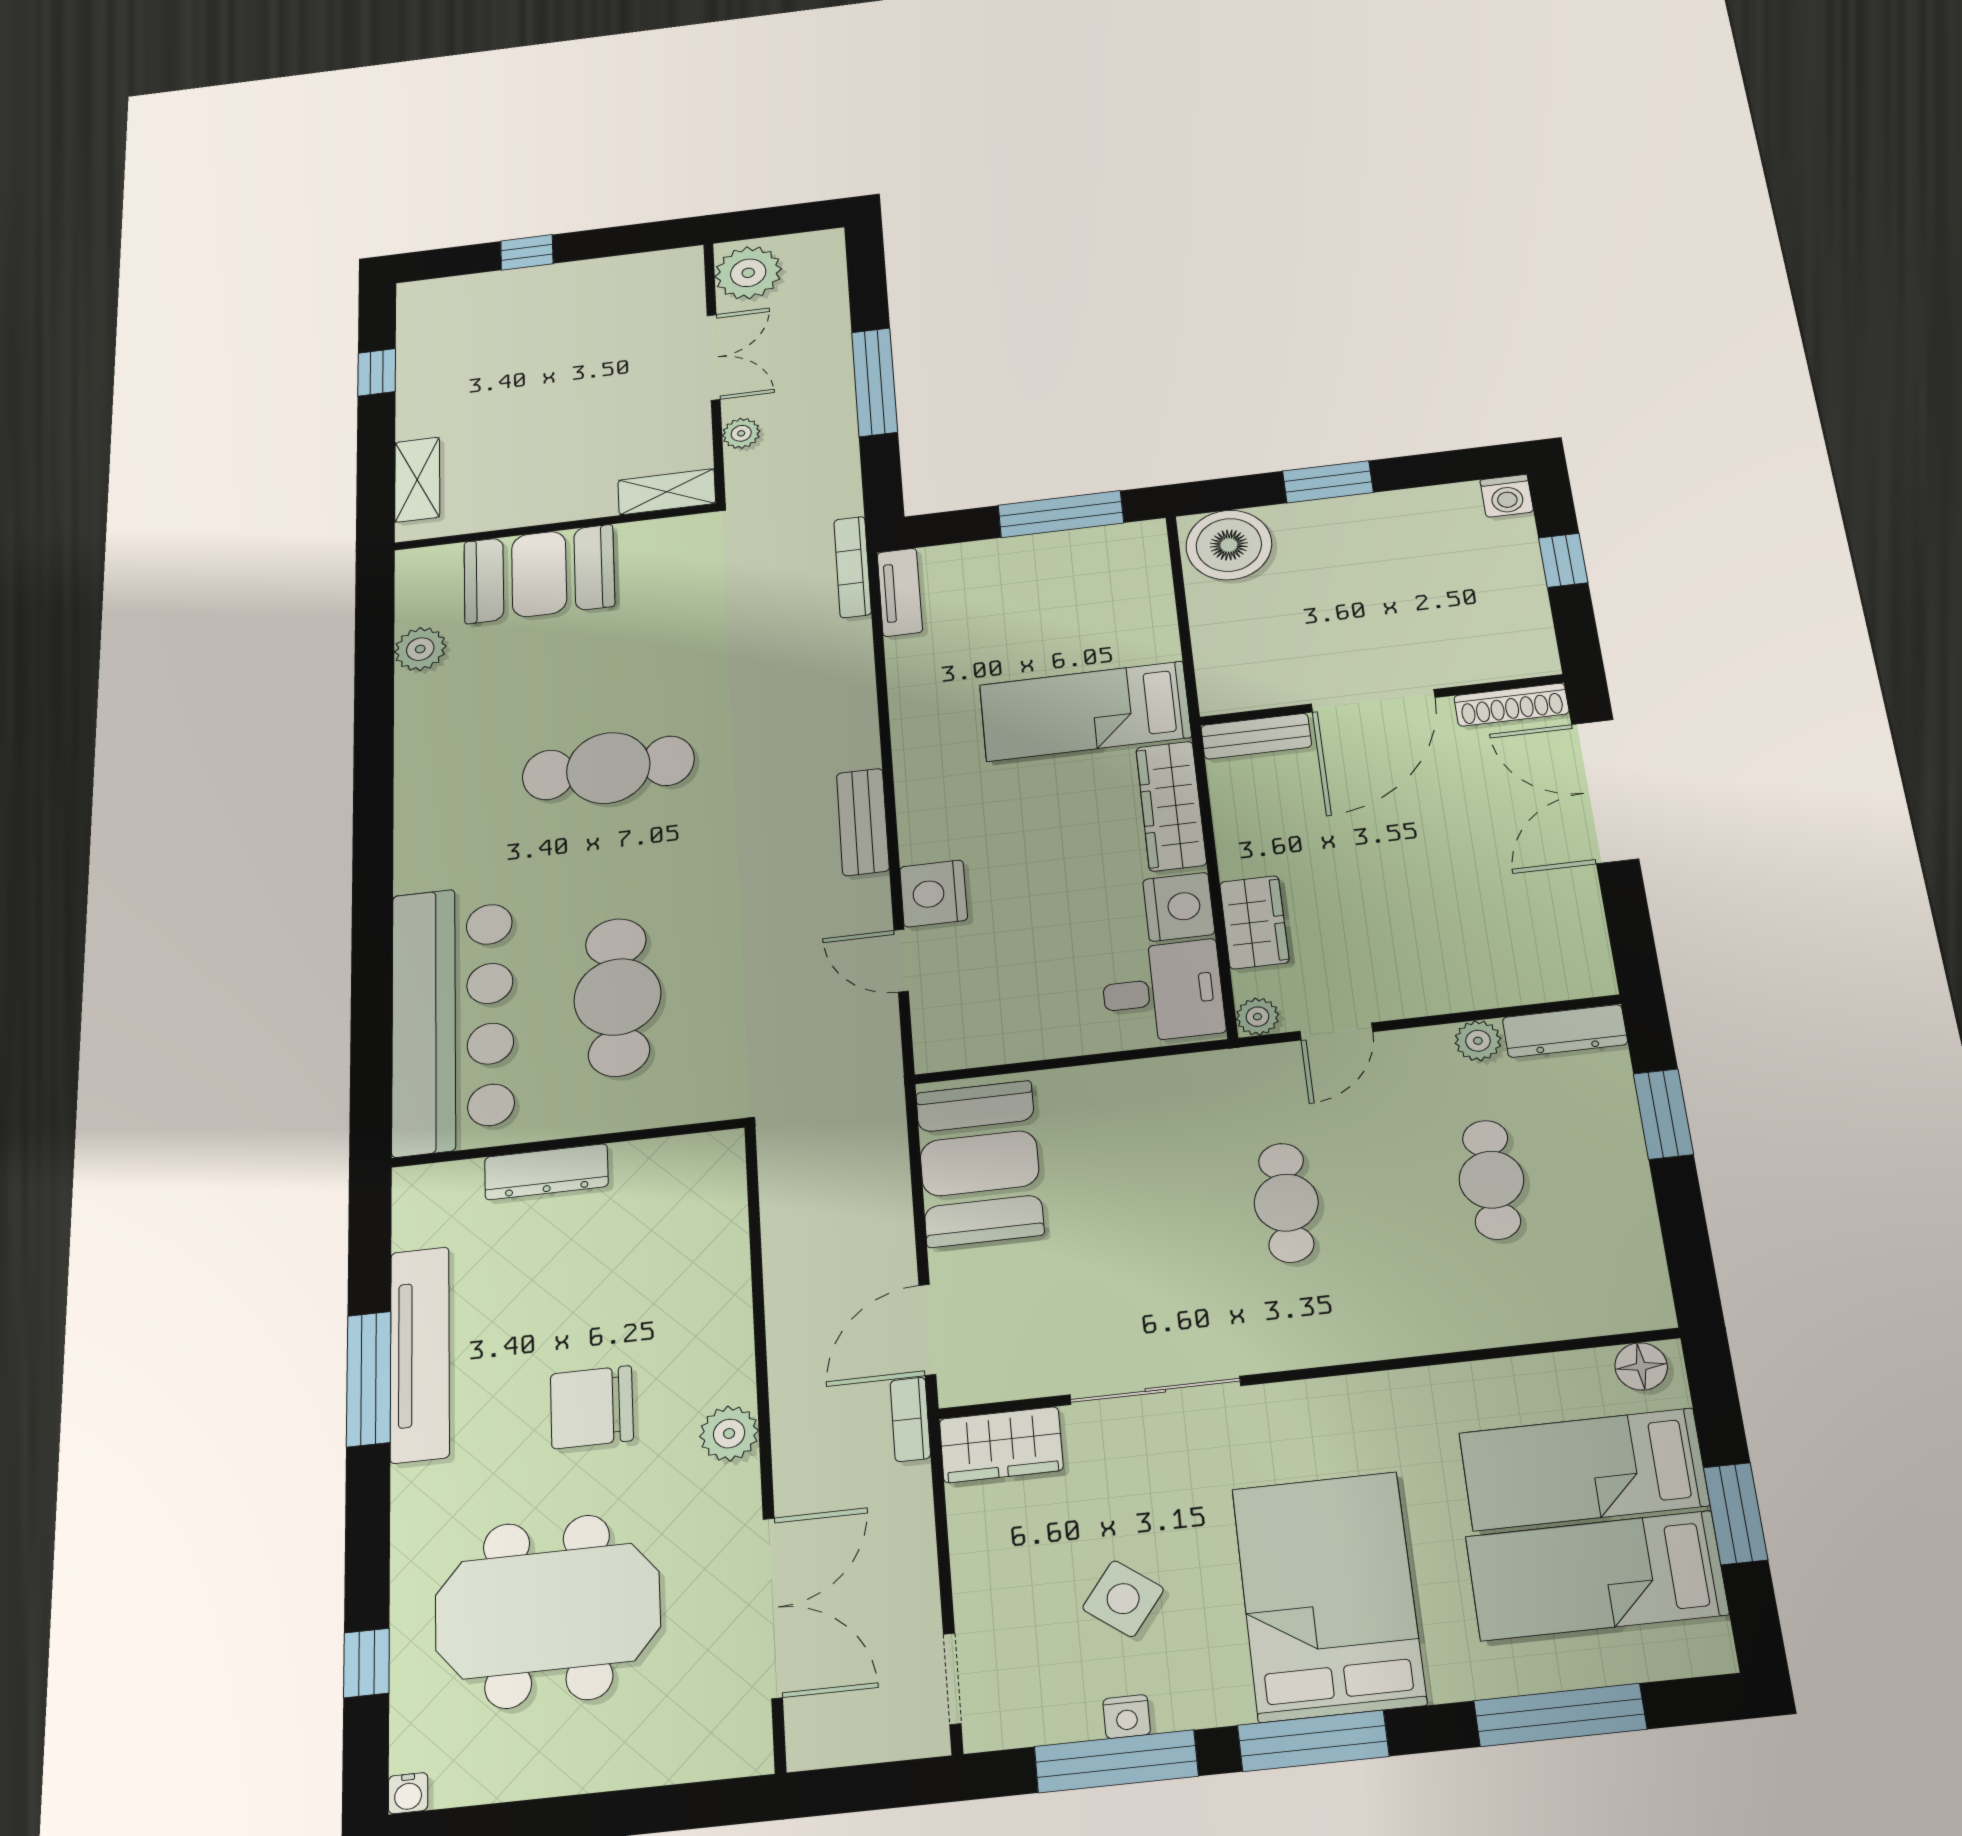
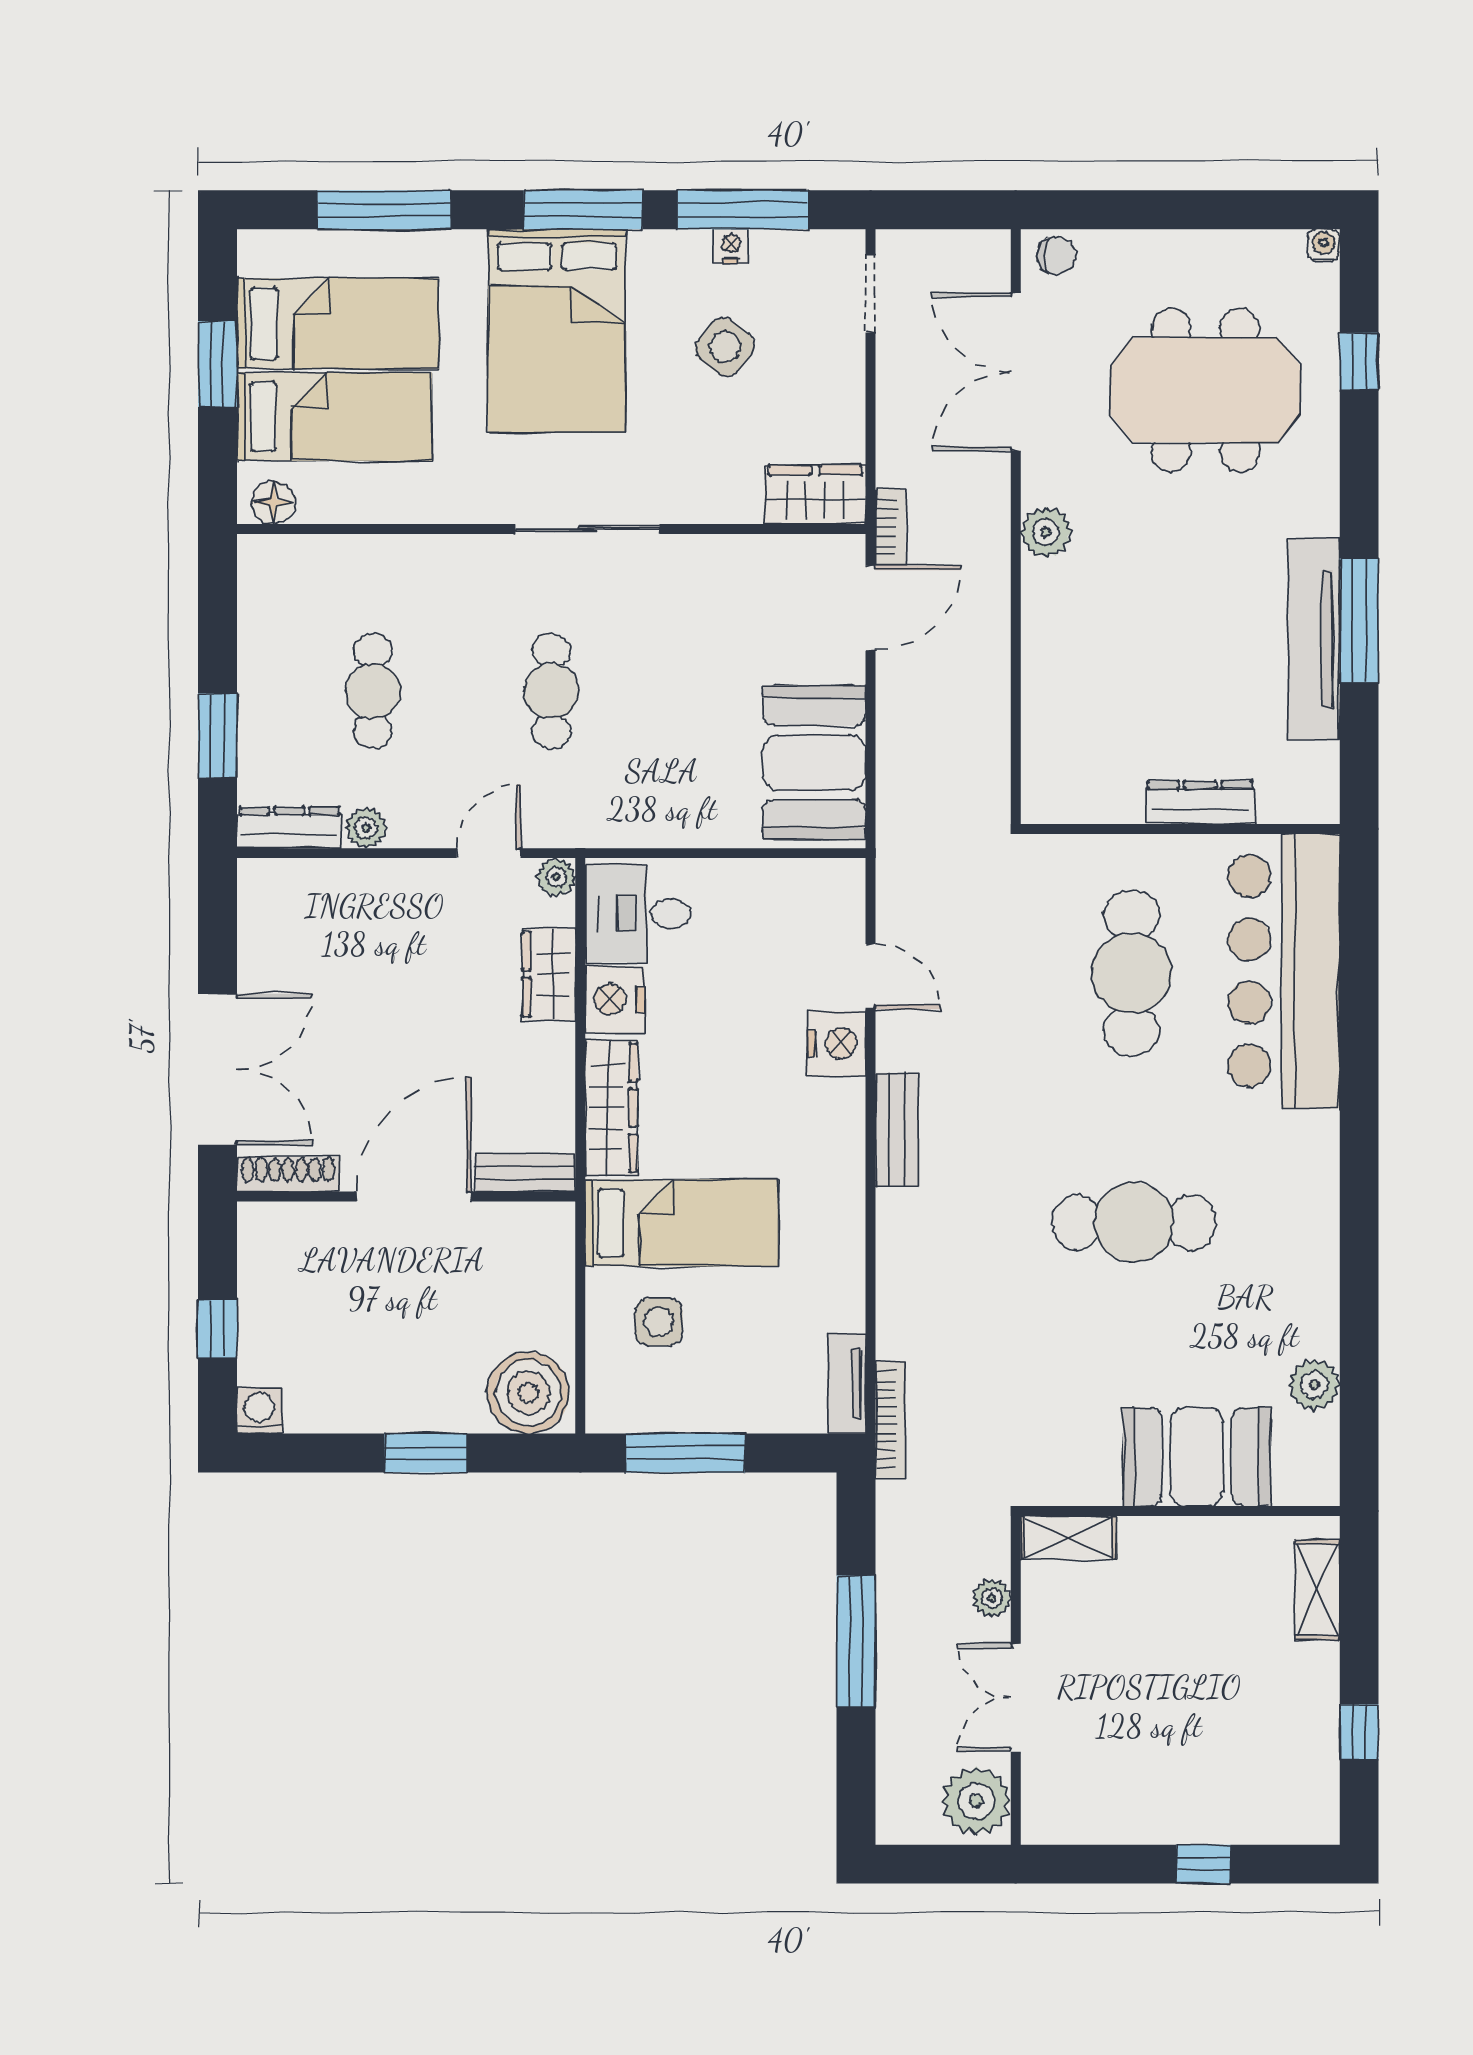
side table: (1100, 622) -> (659, 1322), added
sliding door: (1155, 1390) -> (587, 529), moved
chair: (592, 1407) -> (1056, 256), moved, width x0.54, depth x0.54

